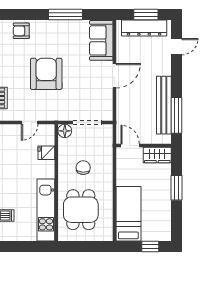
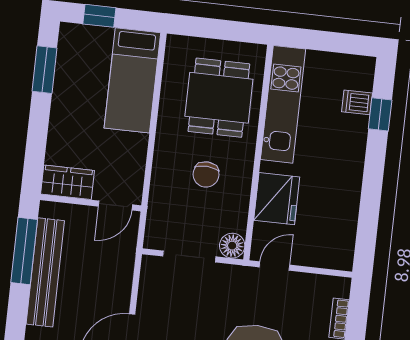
door: (30, 122) -> (275, 266), moved
door: (130, 145) -> (115, 205), hinge flipped
fridge: (46, 153) -> (277, 199), width x1.88, depth x1.34
window: (176, 188) -> (45, 70), moved

